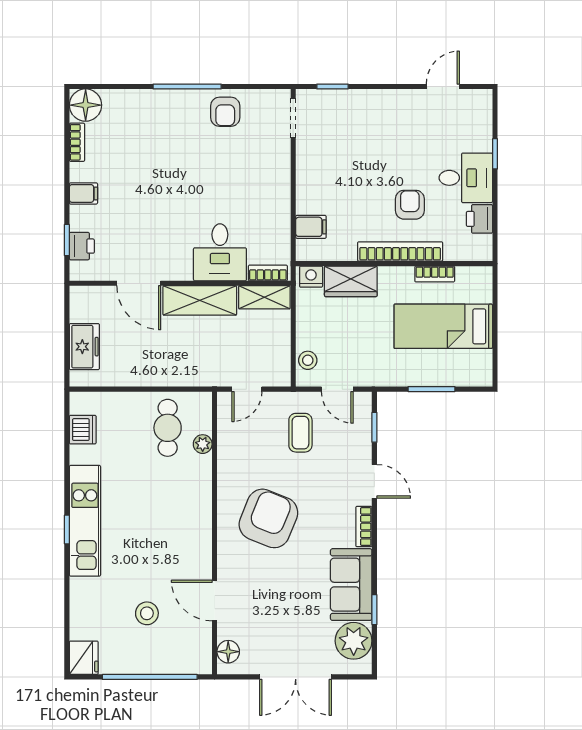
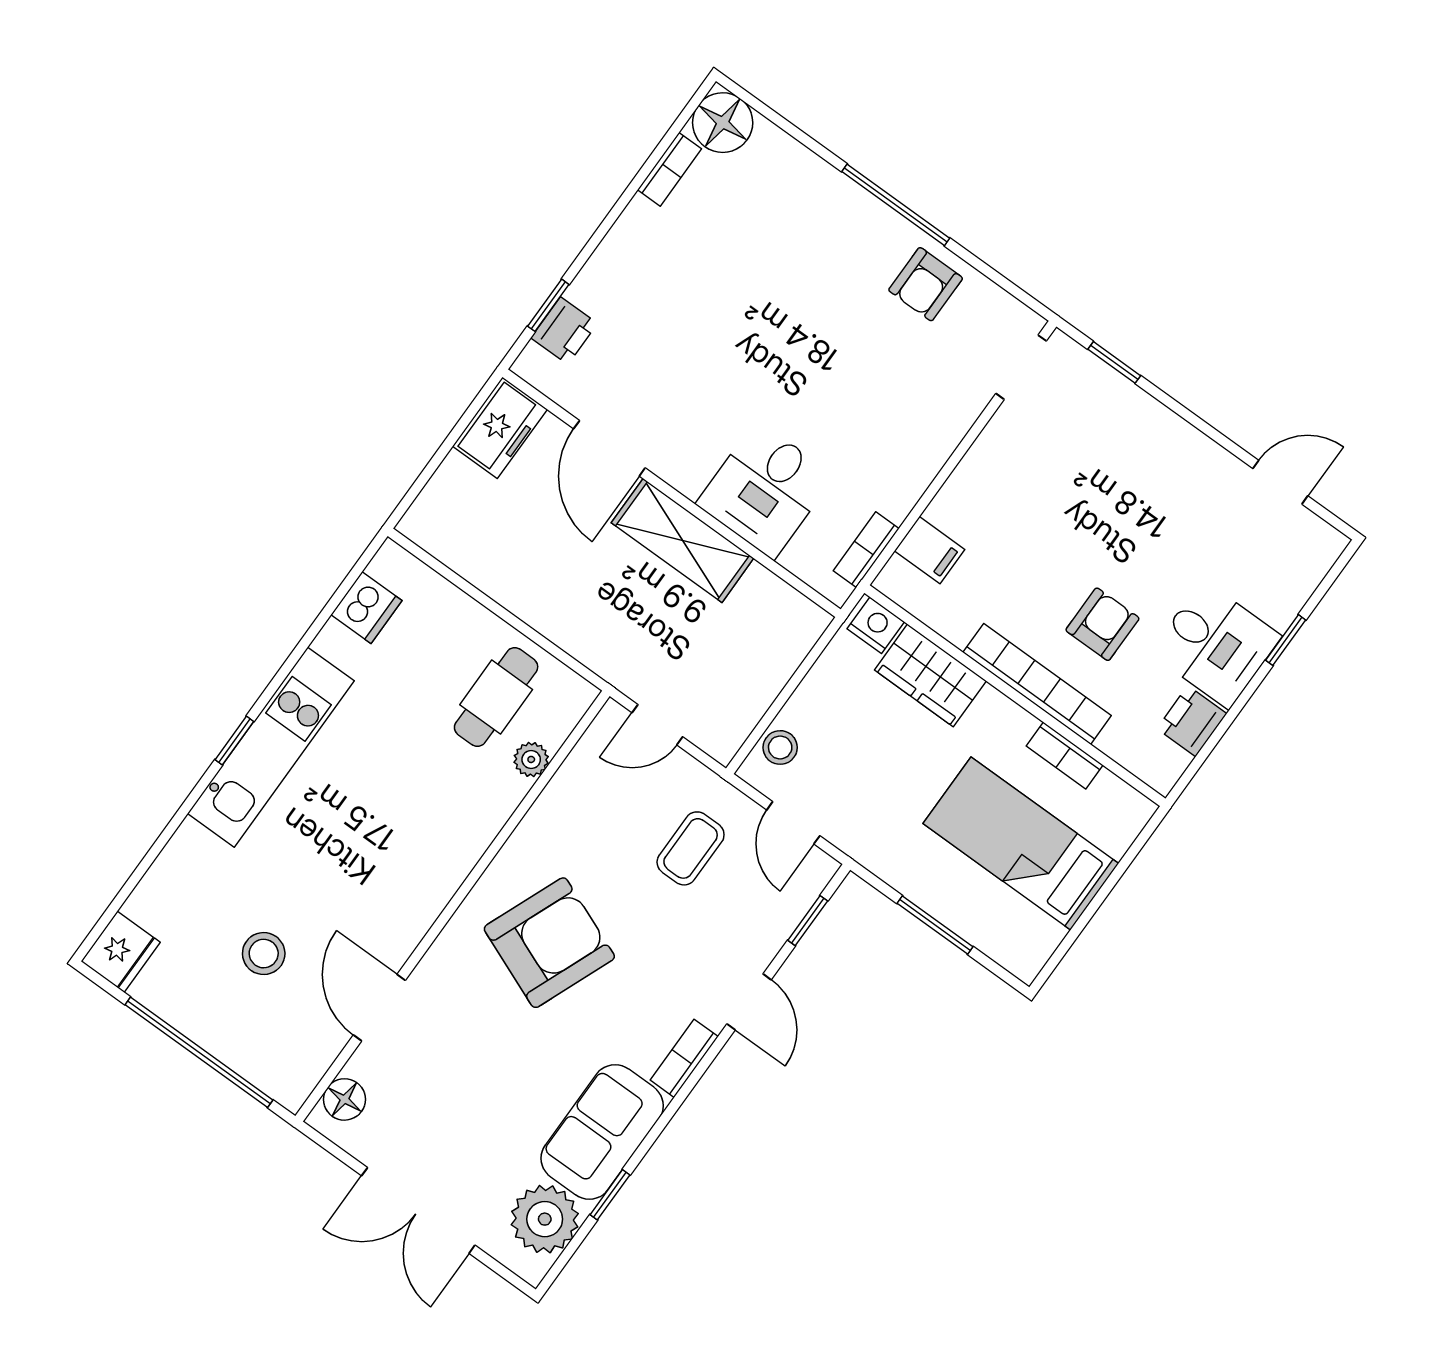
filing cabinet: (83, 193) -> (624, 253), removed
bookcase: (268, 273) -> (866, 550), moved, turned -90
shelving: (264, 297) -> (783, 606), removed
freezer: (84, 347) -> (500, 428), moved

